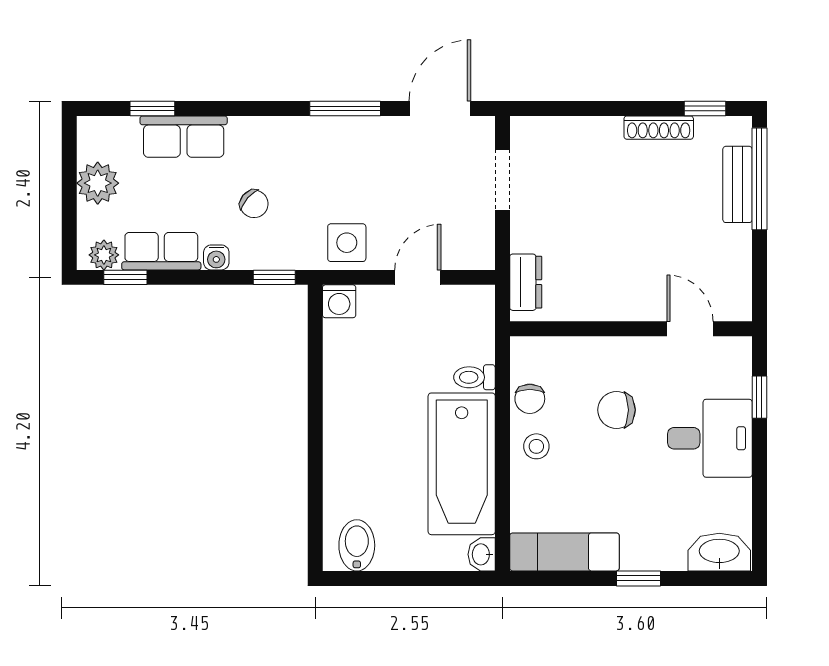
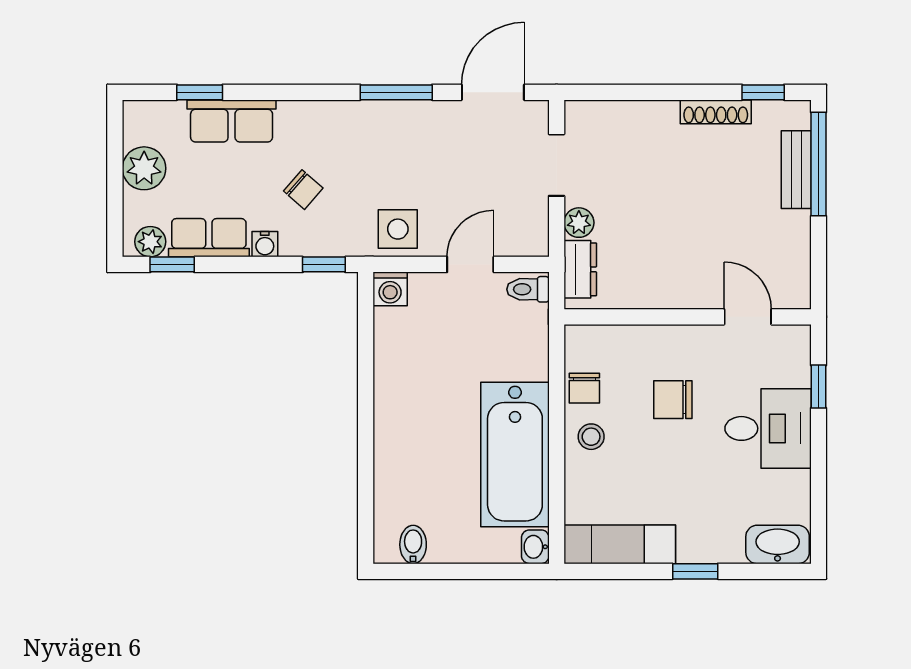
plant: (524, 236) -> (579, 223), added
toilet: (474, 377) -> (528, 289), moved
bidet: (357, 545) -> (413, 545), width x0.72, depth x0.74

